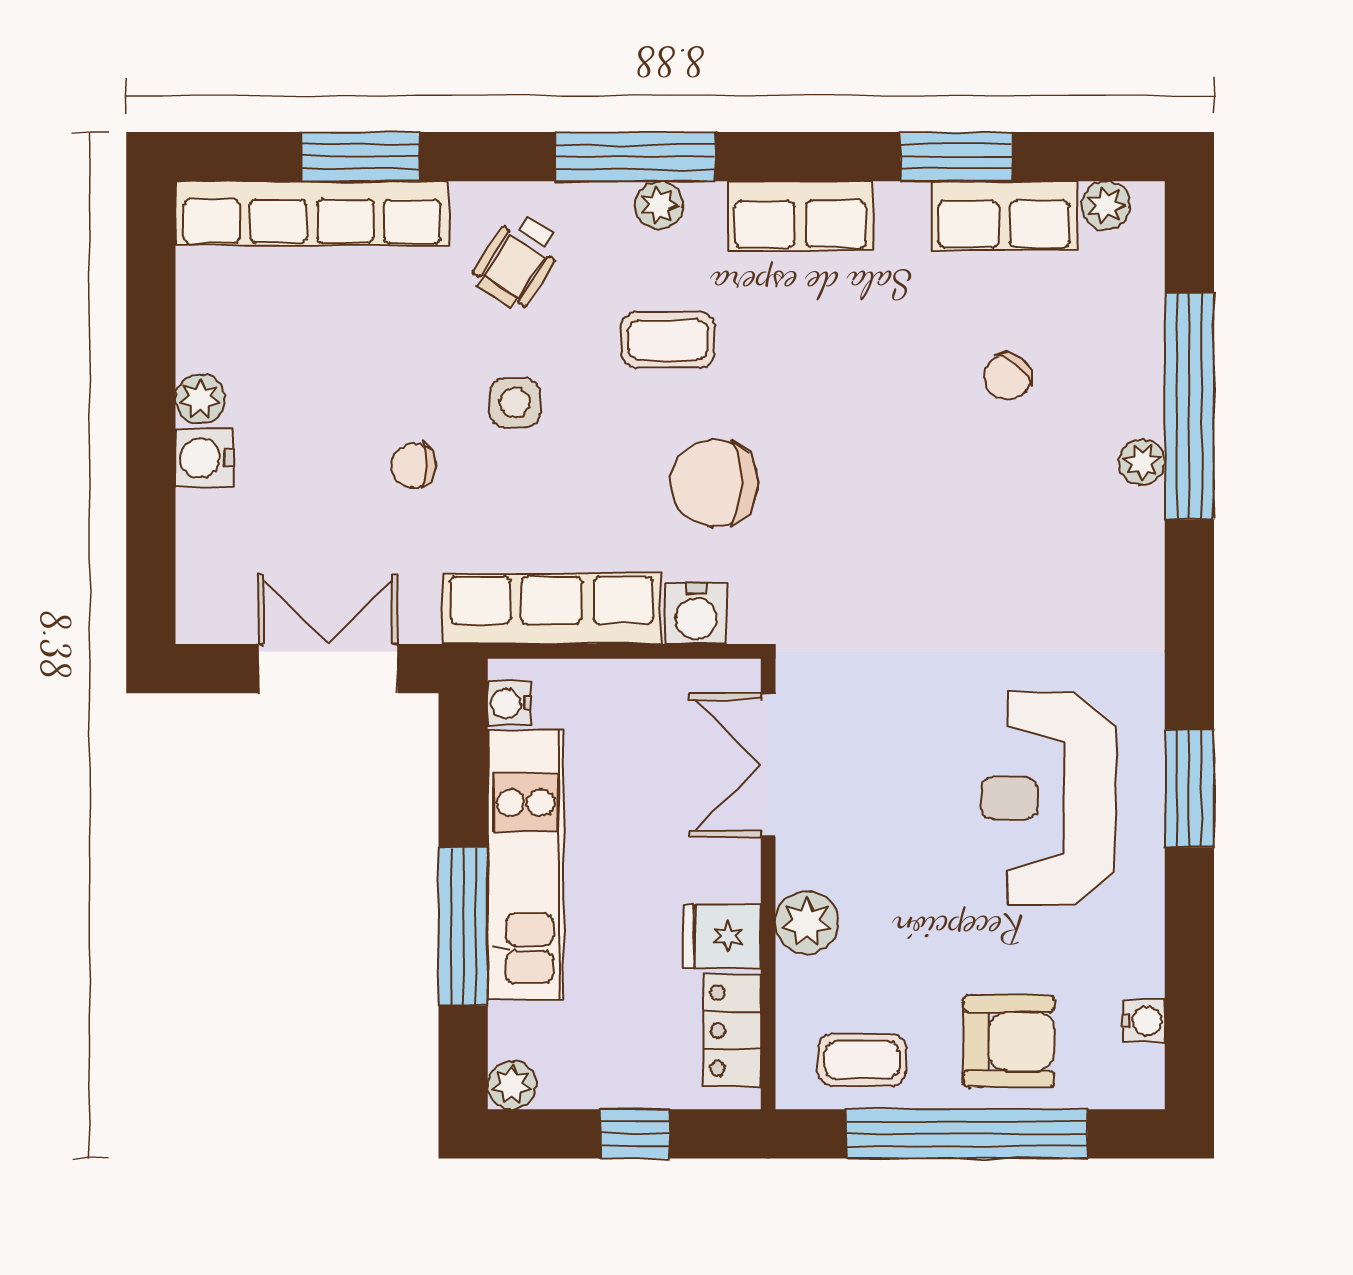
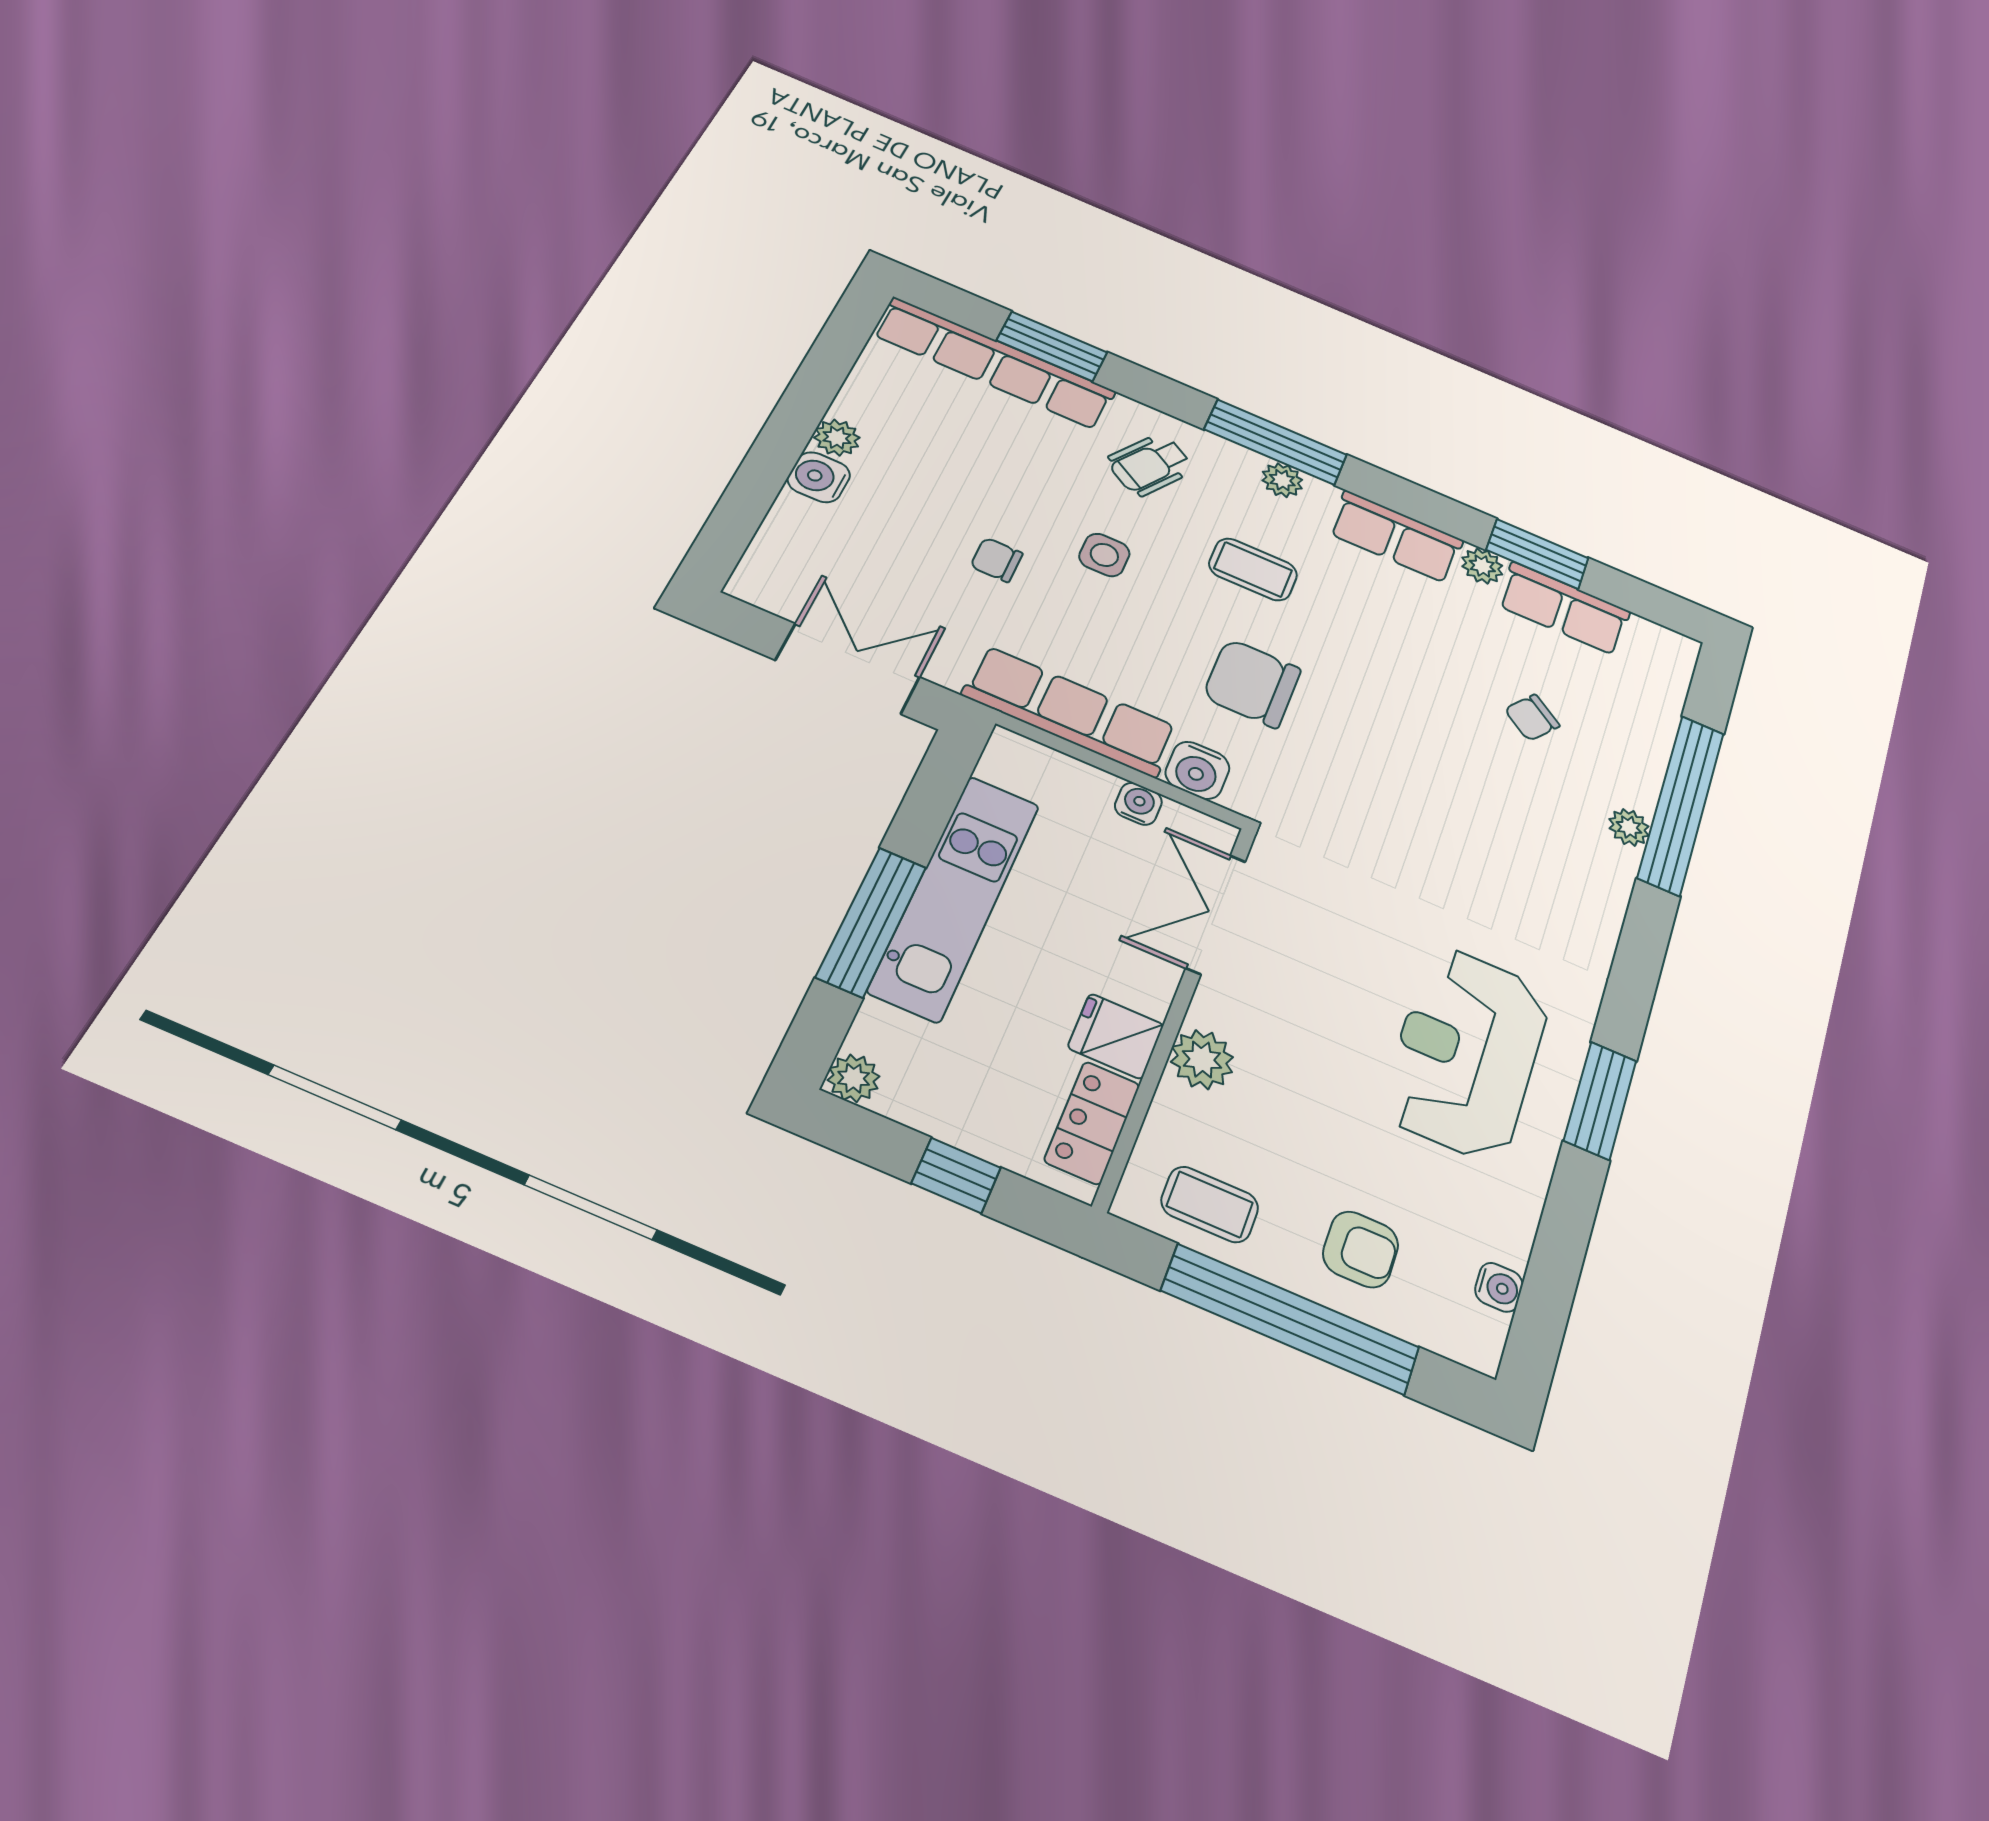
plant: (1106, 205) -> (1482, 566), moved
water cooler: (509, 703) -> (1138, 804), moved, turned 90
armchair: (1009, 1041) -> (1361, 1249), width x0.72, depth x0.72

